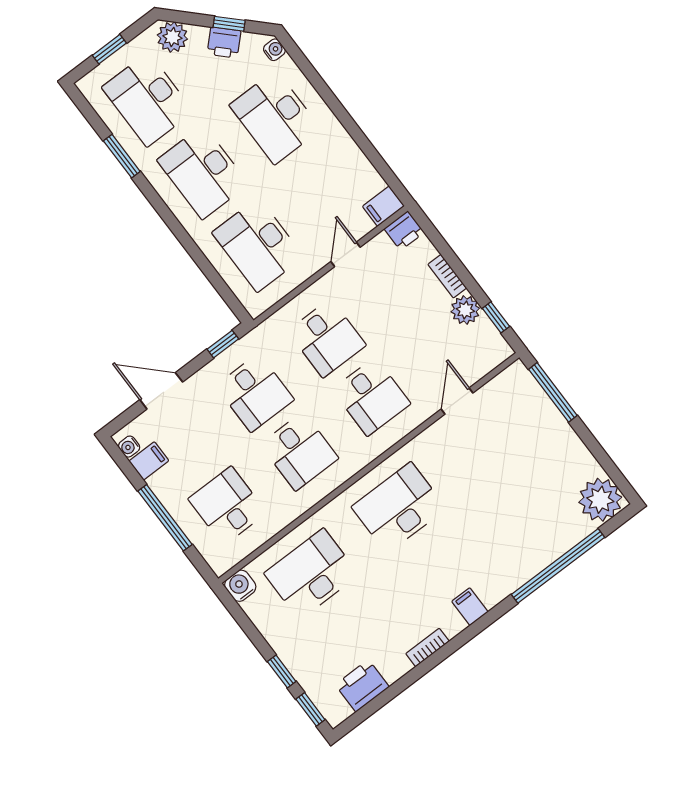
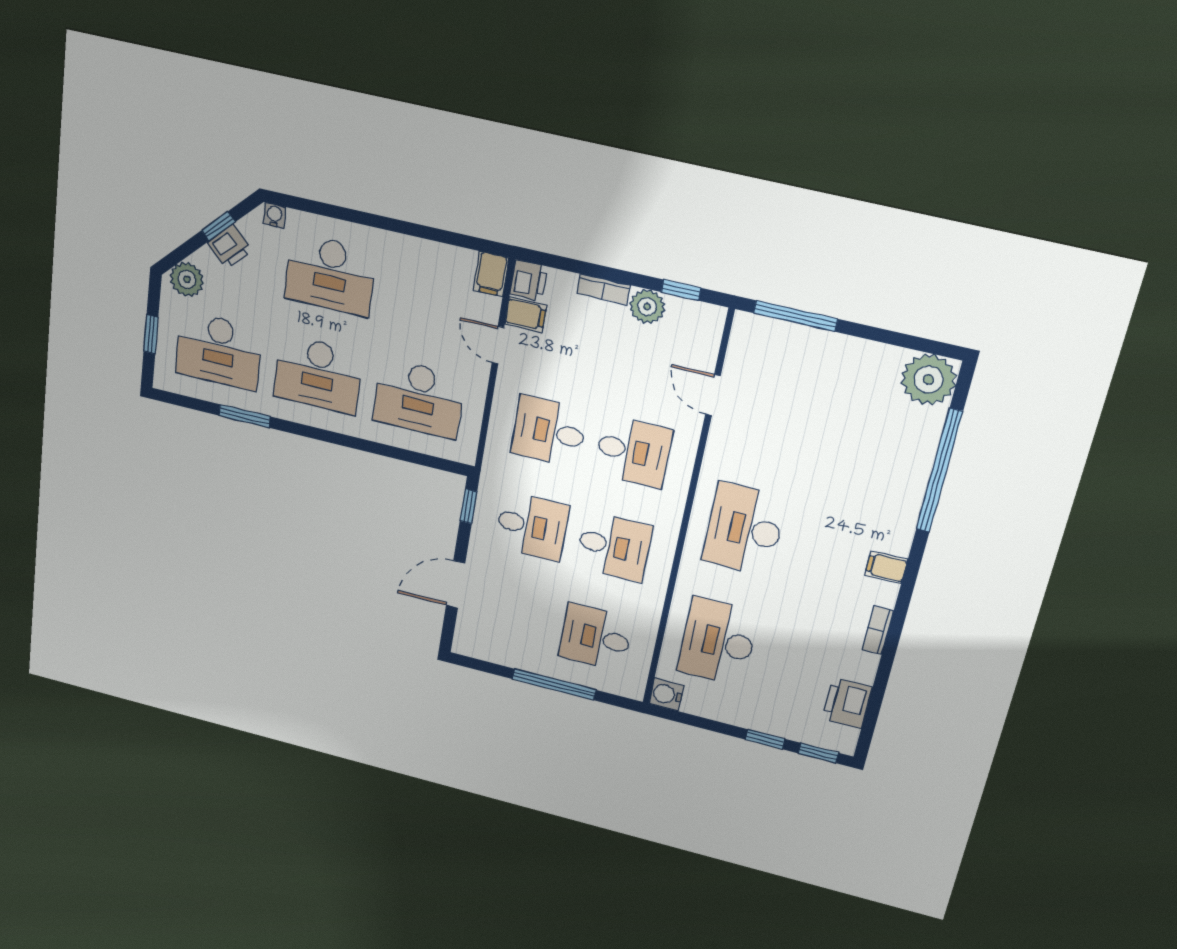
desk: (327, 338) -> (549, 431), turned 180
water cooler: (129, 447) -> (473, 649), removed
filing cabinet: (149, 461) -> (526, 315), moved, turned 90

